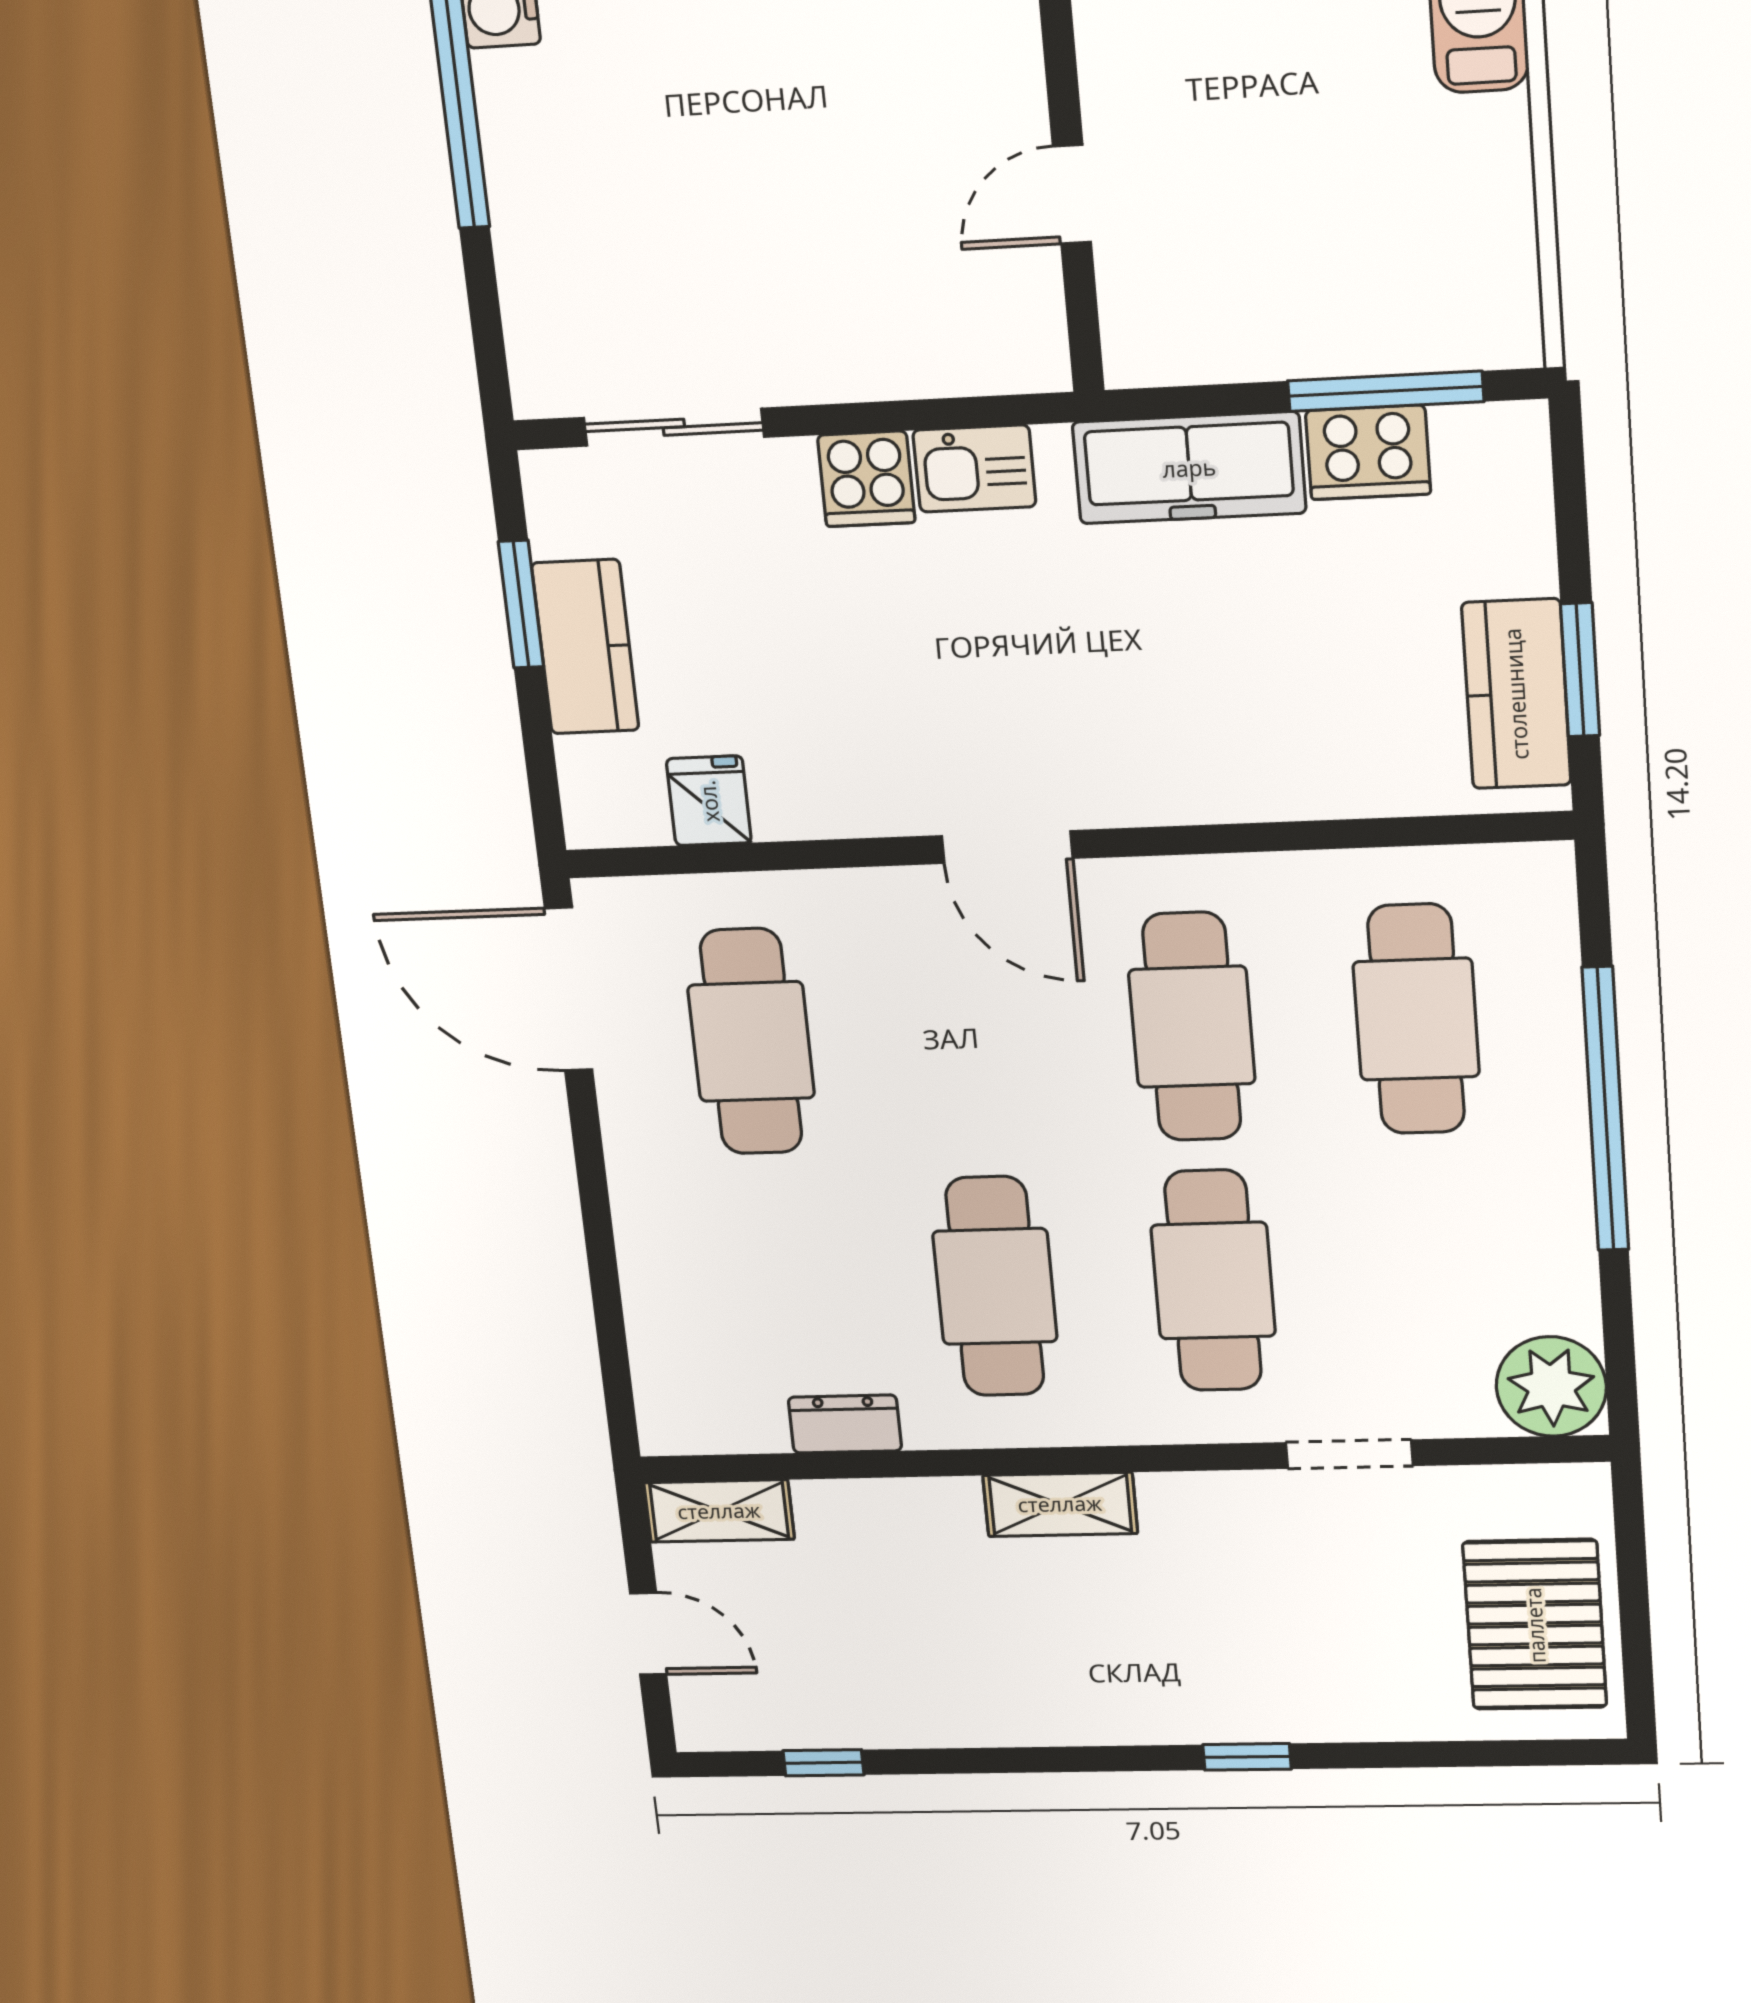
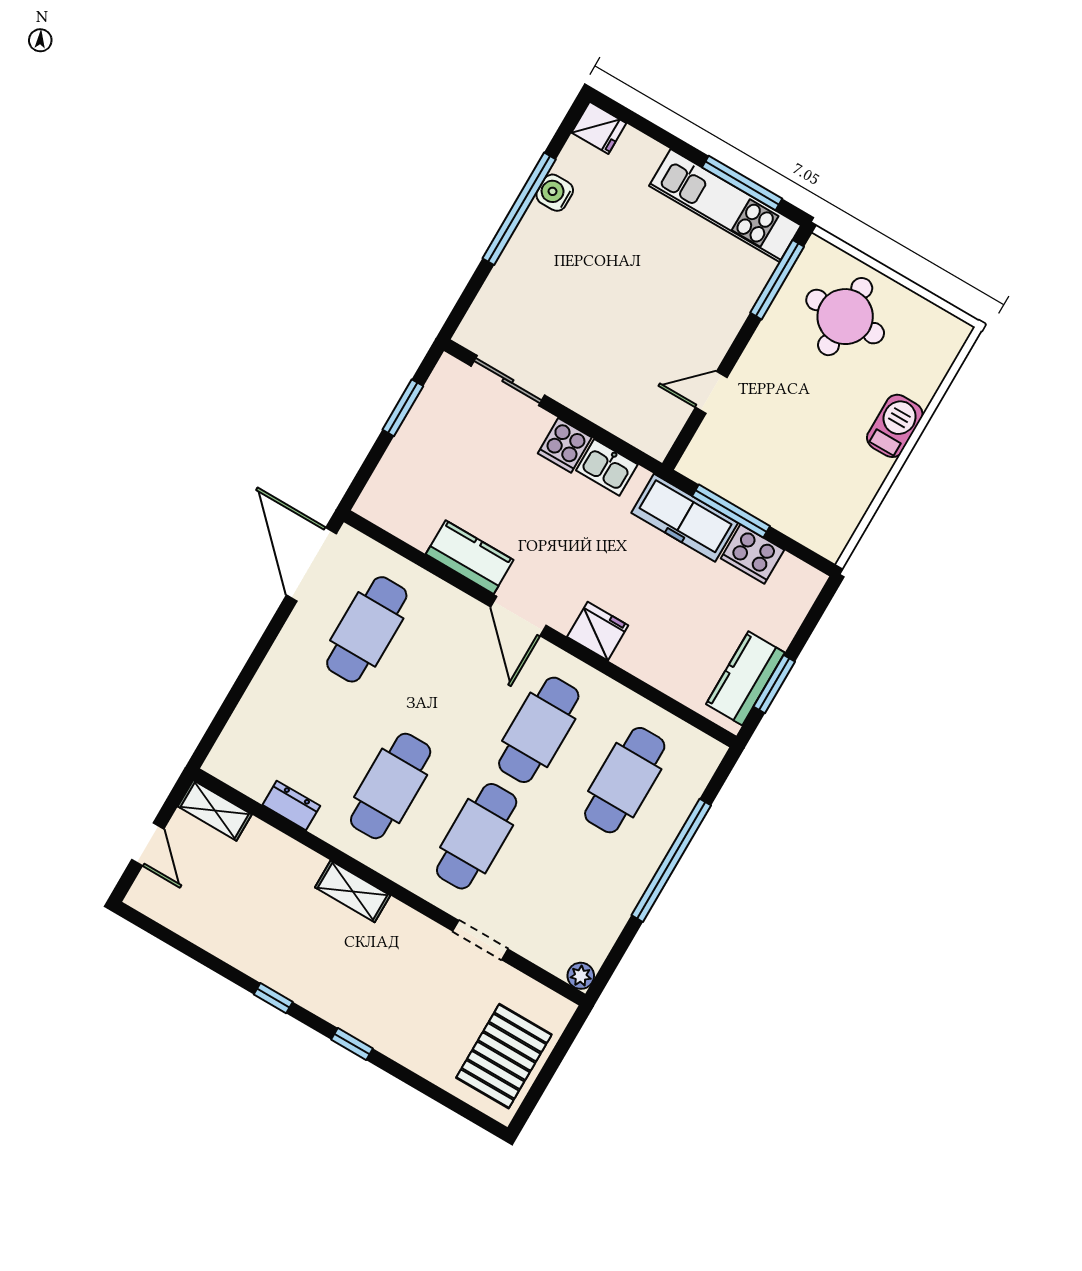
window: (1386, 391) -> (731, 511), moved
kitchen counter: (585, 647) -> (470, 557), moved, turned -90
fridge: (709, 801) -> (598, 631), moved, width x1.38
plant: (1551, 1386) -> (581, 976), width x0.53, depth x0.53
window: (824, 1763) -> (273, 998), moved

